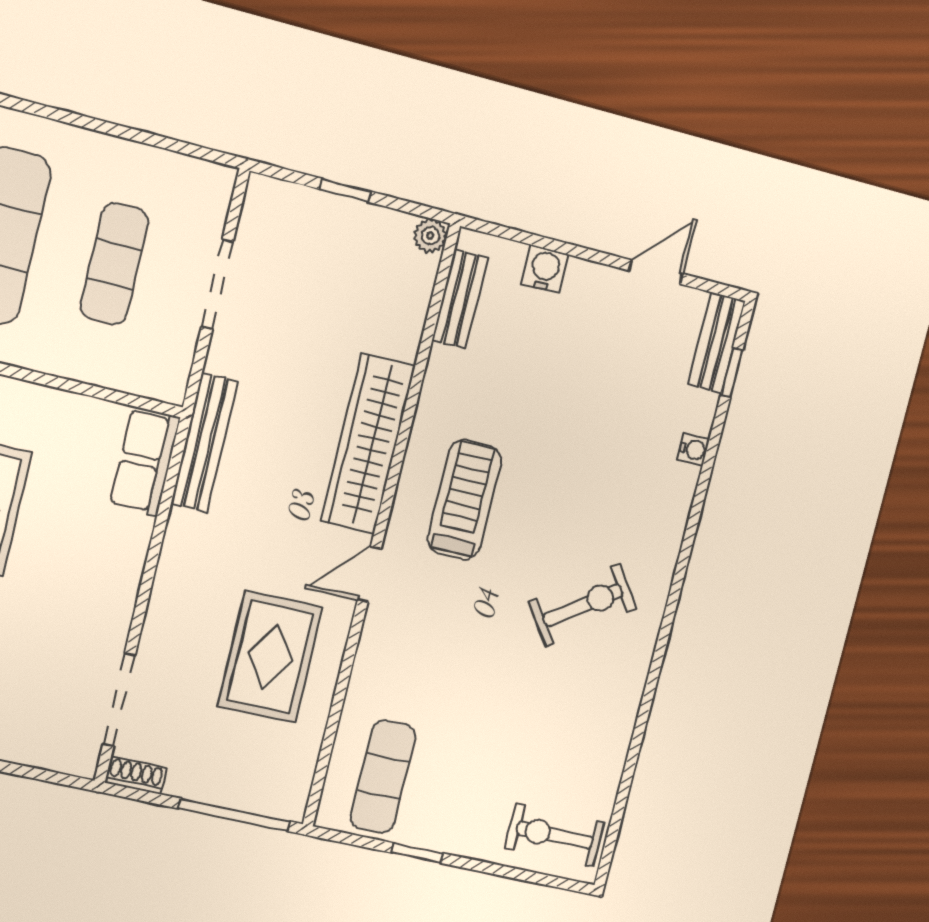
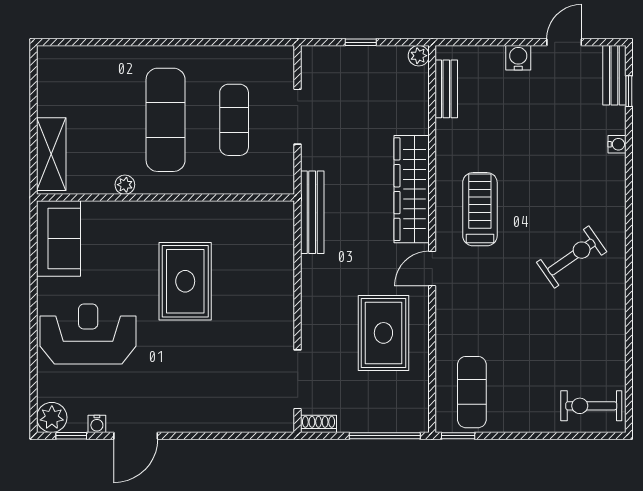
water cooler: (545, 269) -> (518, 58), moved
row of seats: (145, 462) -> (279, 232), removed
window: (418, 853) -> (458, 436), moved

